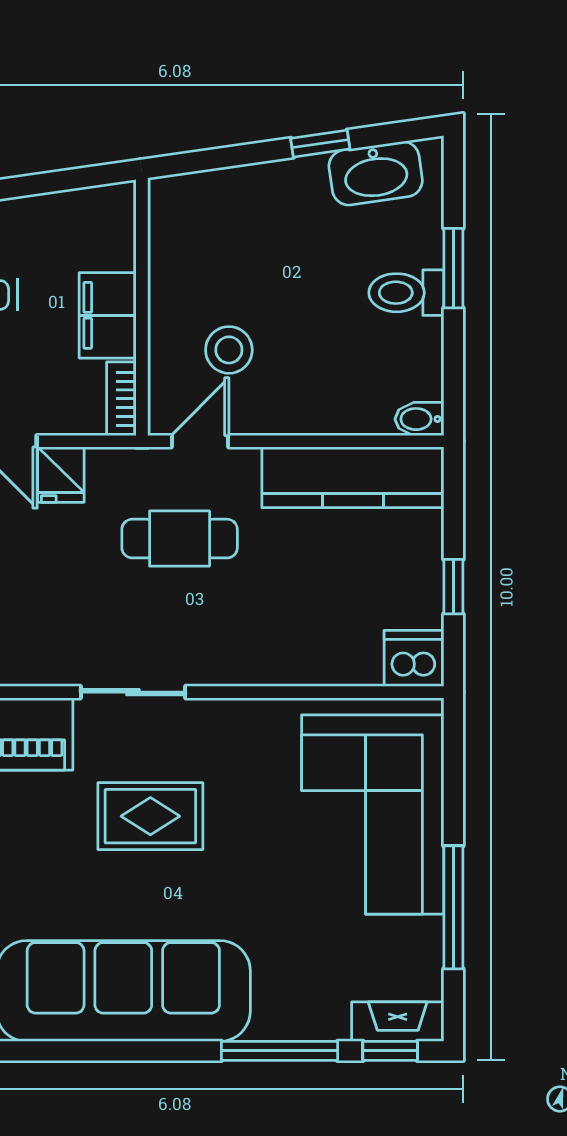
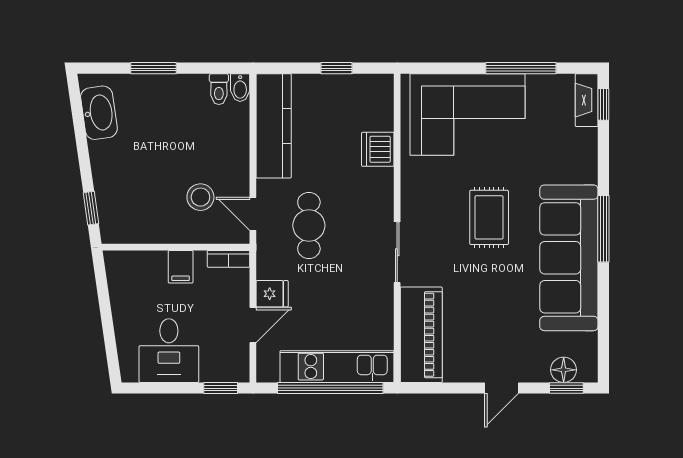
window: (320, 144) -> (91, 208), moved
toilet: (406, 293) -> (219, 89), moved, width x0.73, depth x0.72
filing cabinet: (108, 315) -> (181, 267), width x0.50
dishwasher: (414, 658) -> (378, 149), moved
rug: (150, 816) -> (489, 217), moved
window: (280, 1051) -> (603, 229), moved

